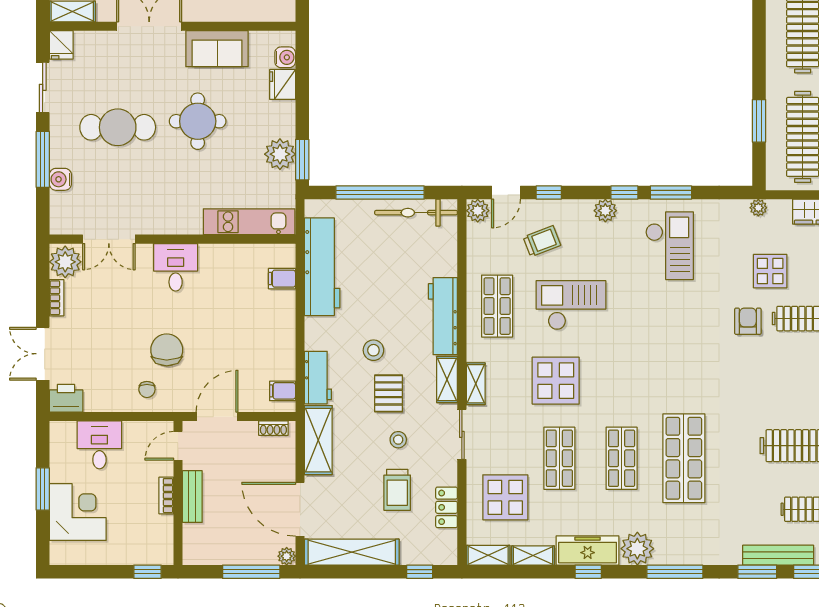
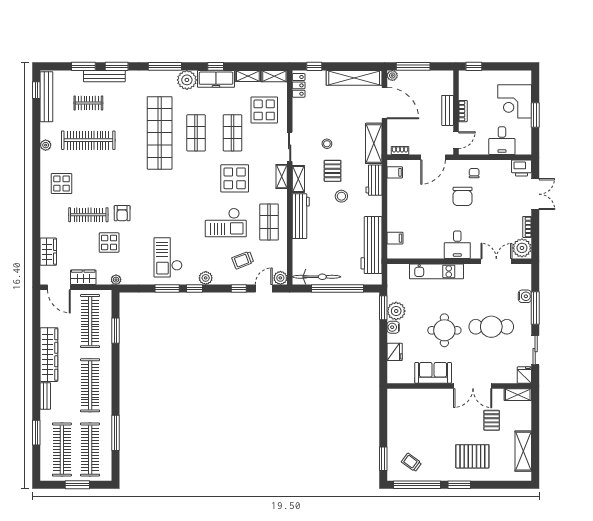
water cooler: (285, 57) -> (393, 327), moved
kitchen unit: (249, 222) -> (436, 271), moved
shop shelf: (684, 458) -> (160, 133), width x1.40
trolley: (397, 490) -> (328, 114), removed
locker: (447, 507) -> (299, 85), moved

